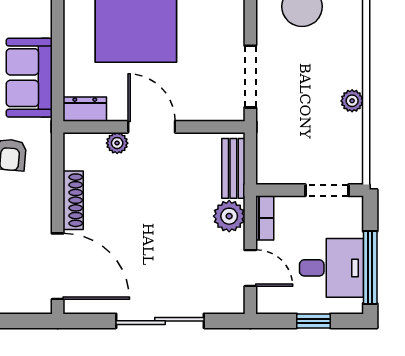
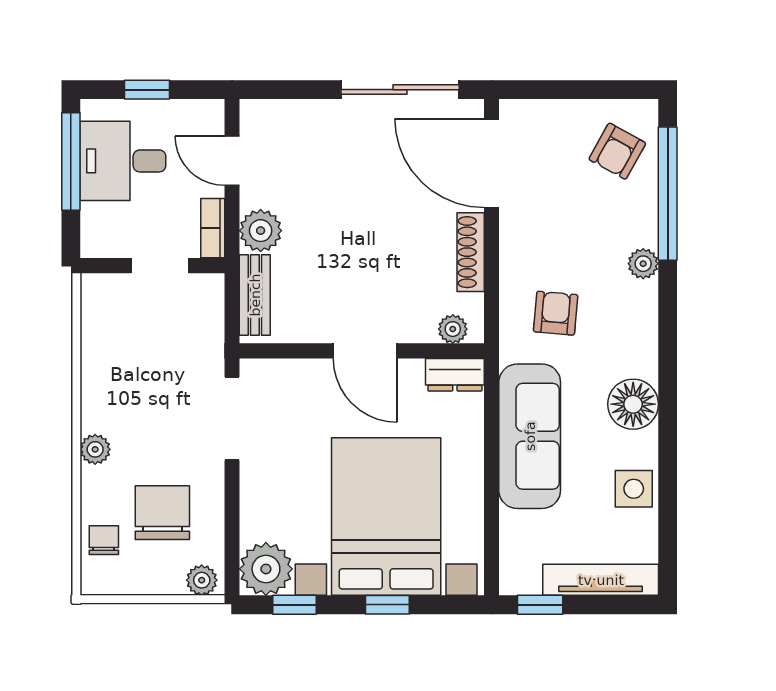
sofa: (29, 78) -> (530, 436), width x1.36
plant: (352, 101) -> (95, 449), moved
plant: (117, 143) -> (453, 329), moved
doorway: (327, 190) -> (160, 266), moved
sliding door: (160, 321) -> (400, 90), moved

